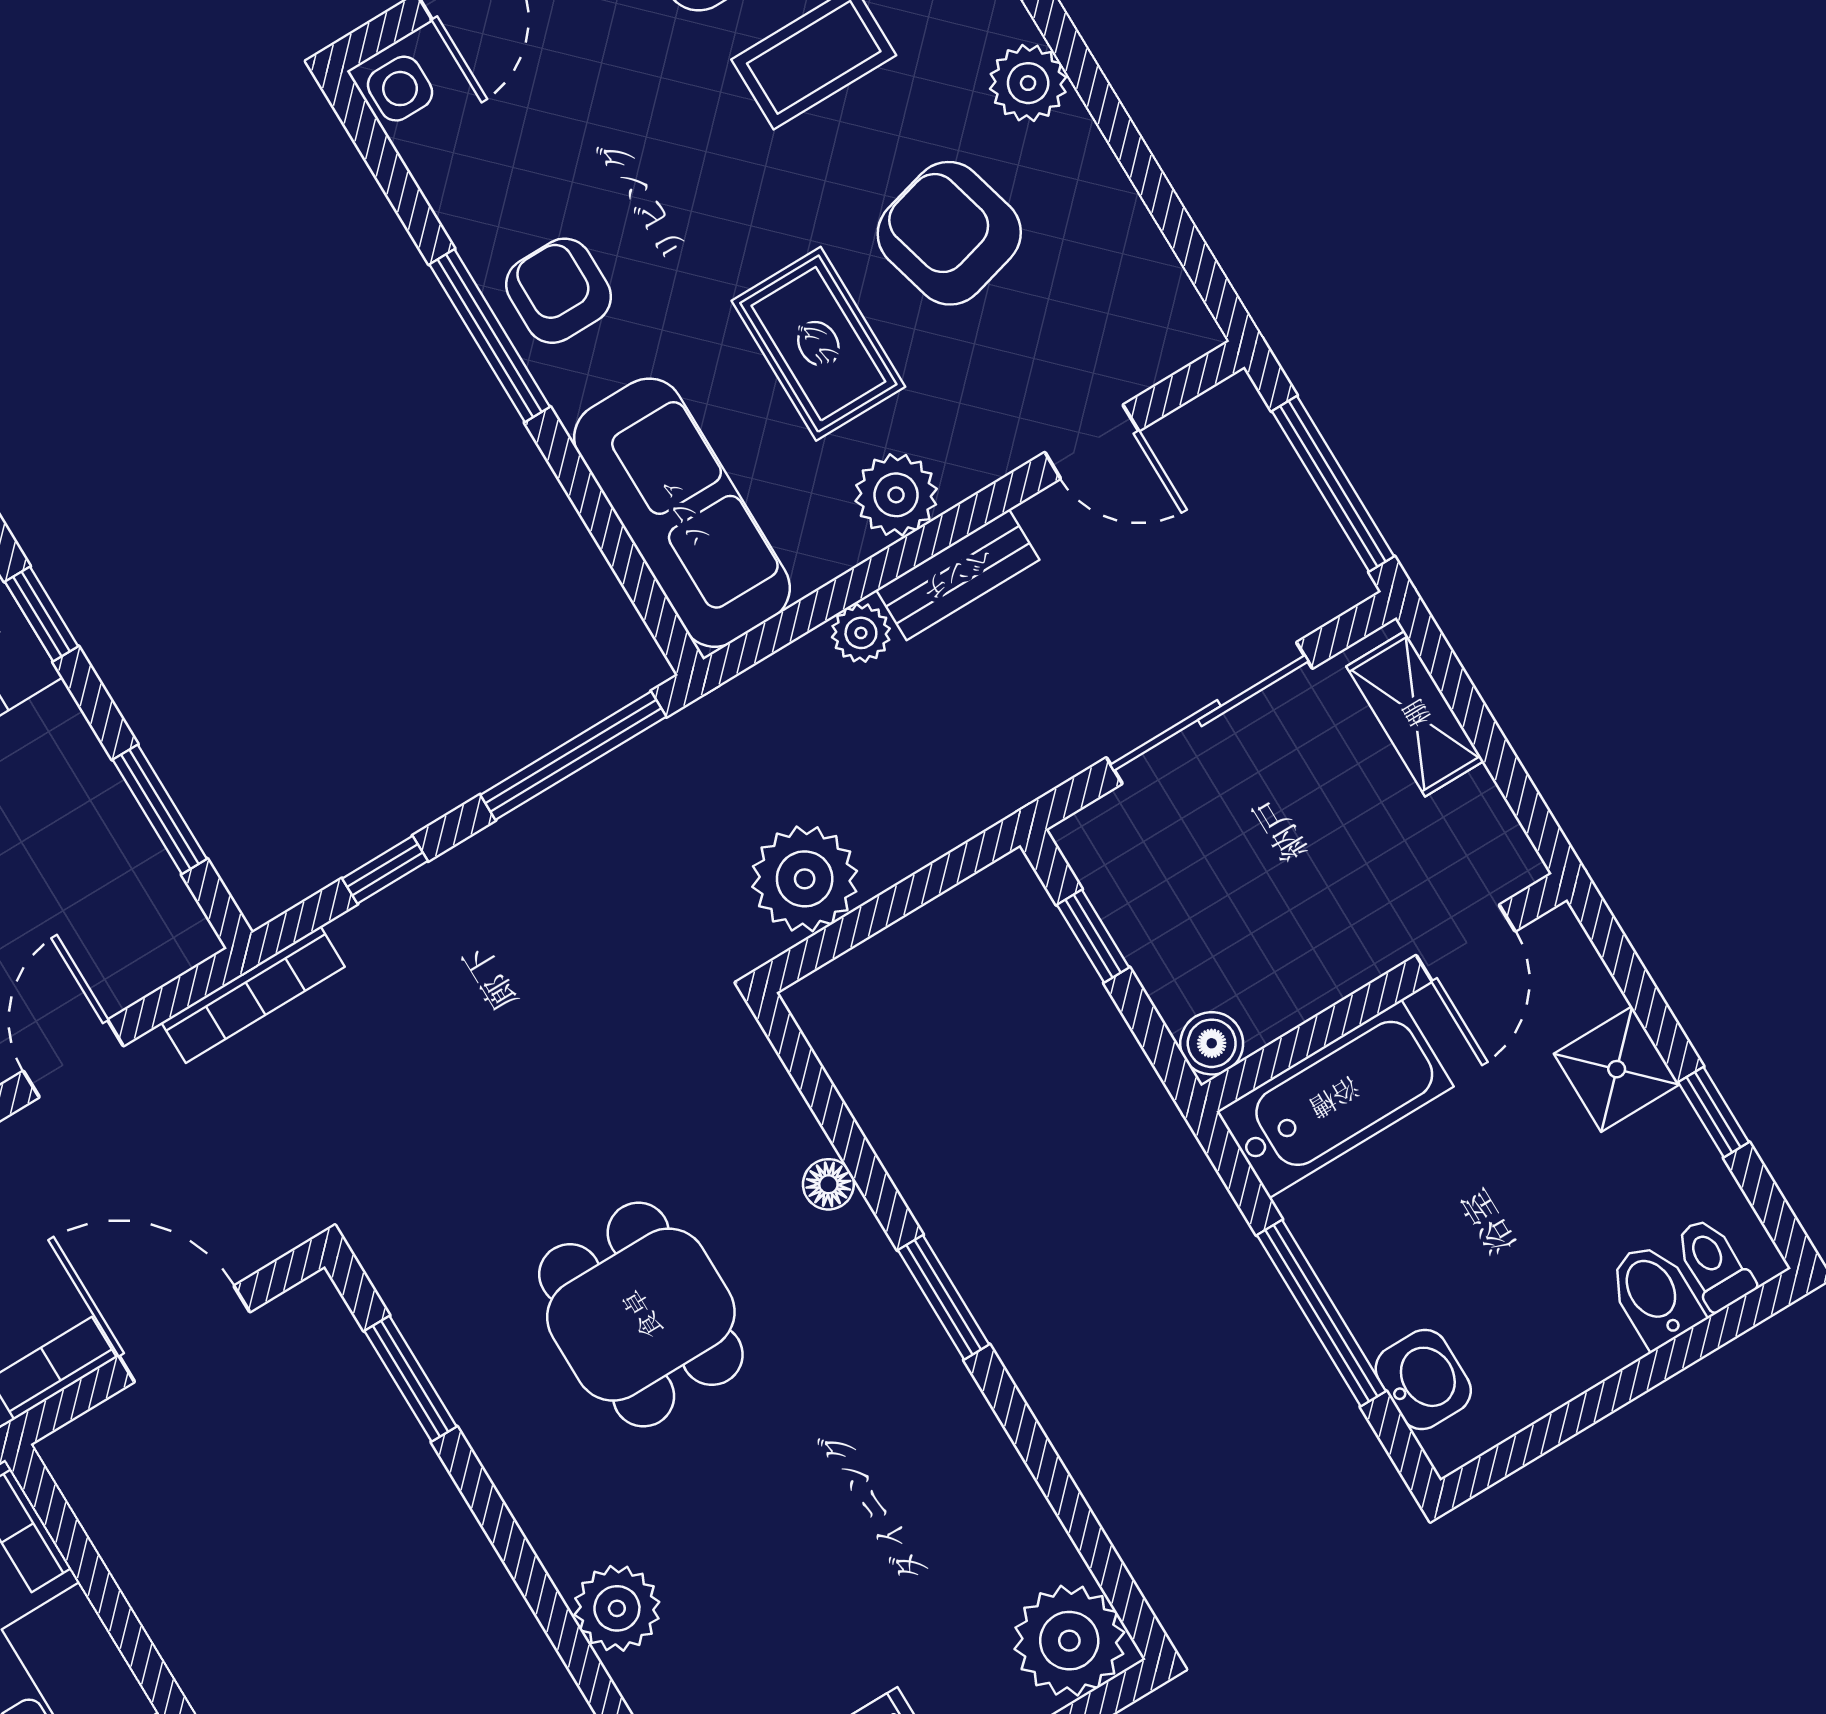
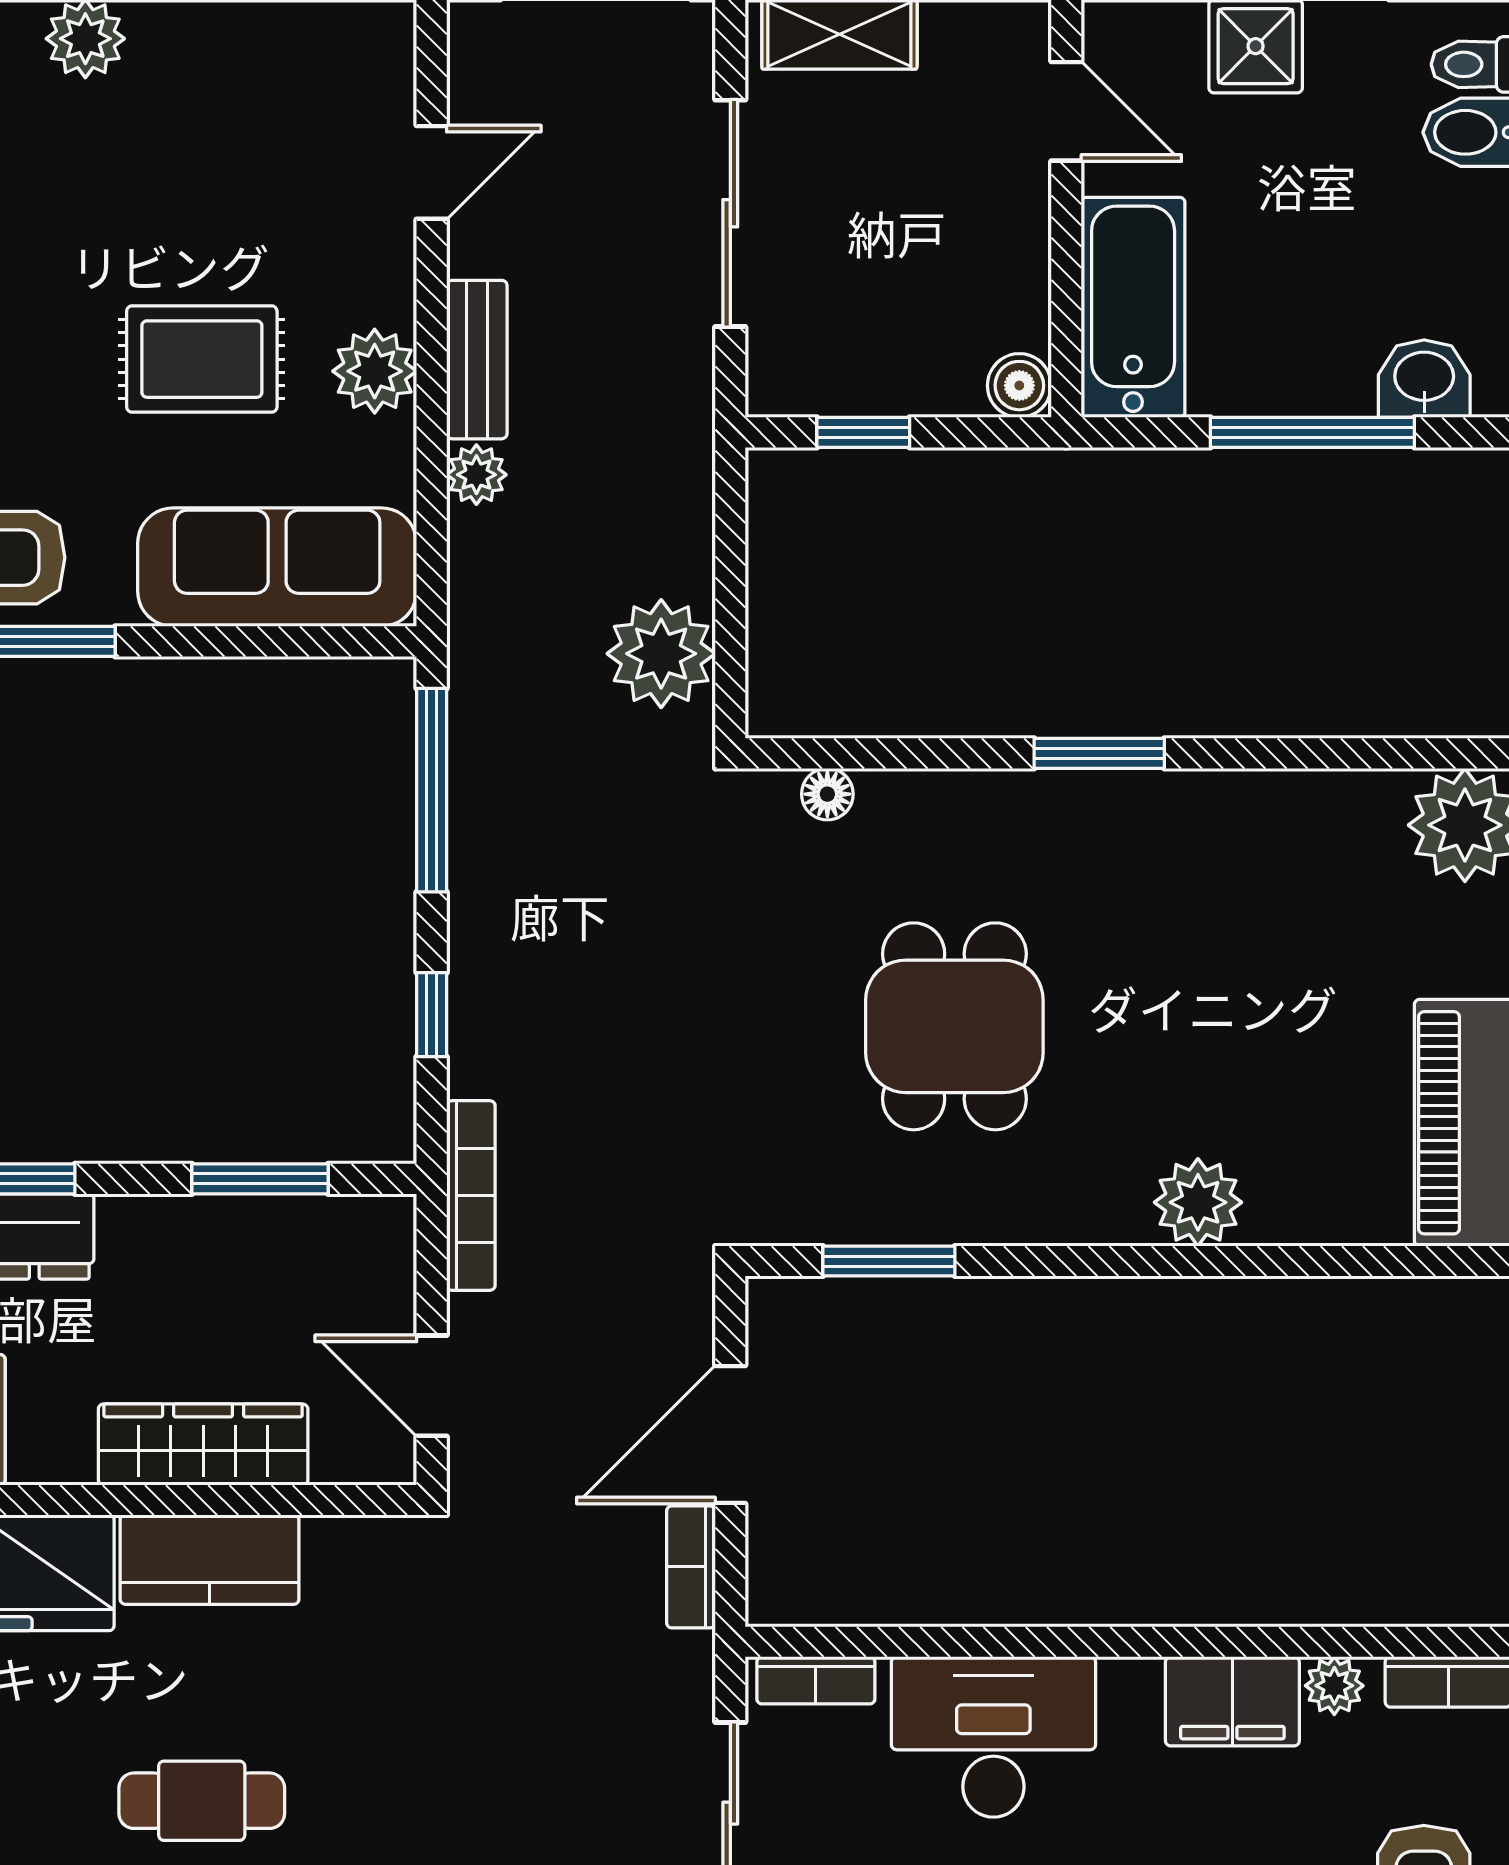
armchair: (949, 233) -> (175, 187), removed
floor lamp: (828, 1184) -> (827, 794), moved
dining table: (641, 1315) -> (954, 1026), turned 90

